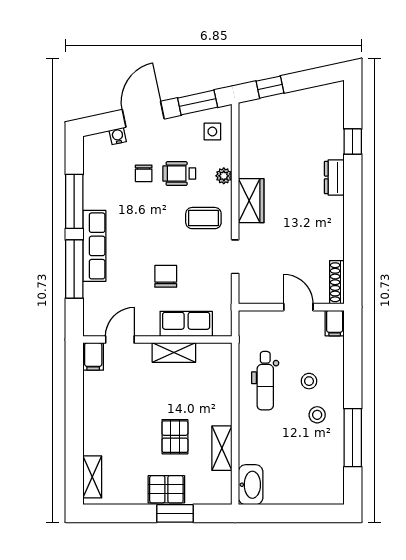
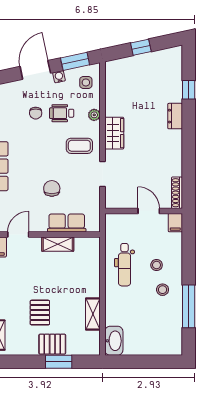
window: (270, 87) -> (141, 47), moved
water cooler: (118, 136) -> (59, 77), moved
pallet: (175, 437) -> (40, 313), moved

